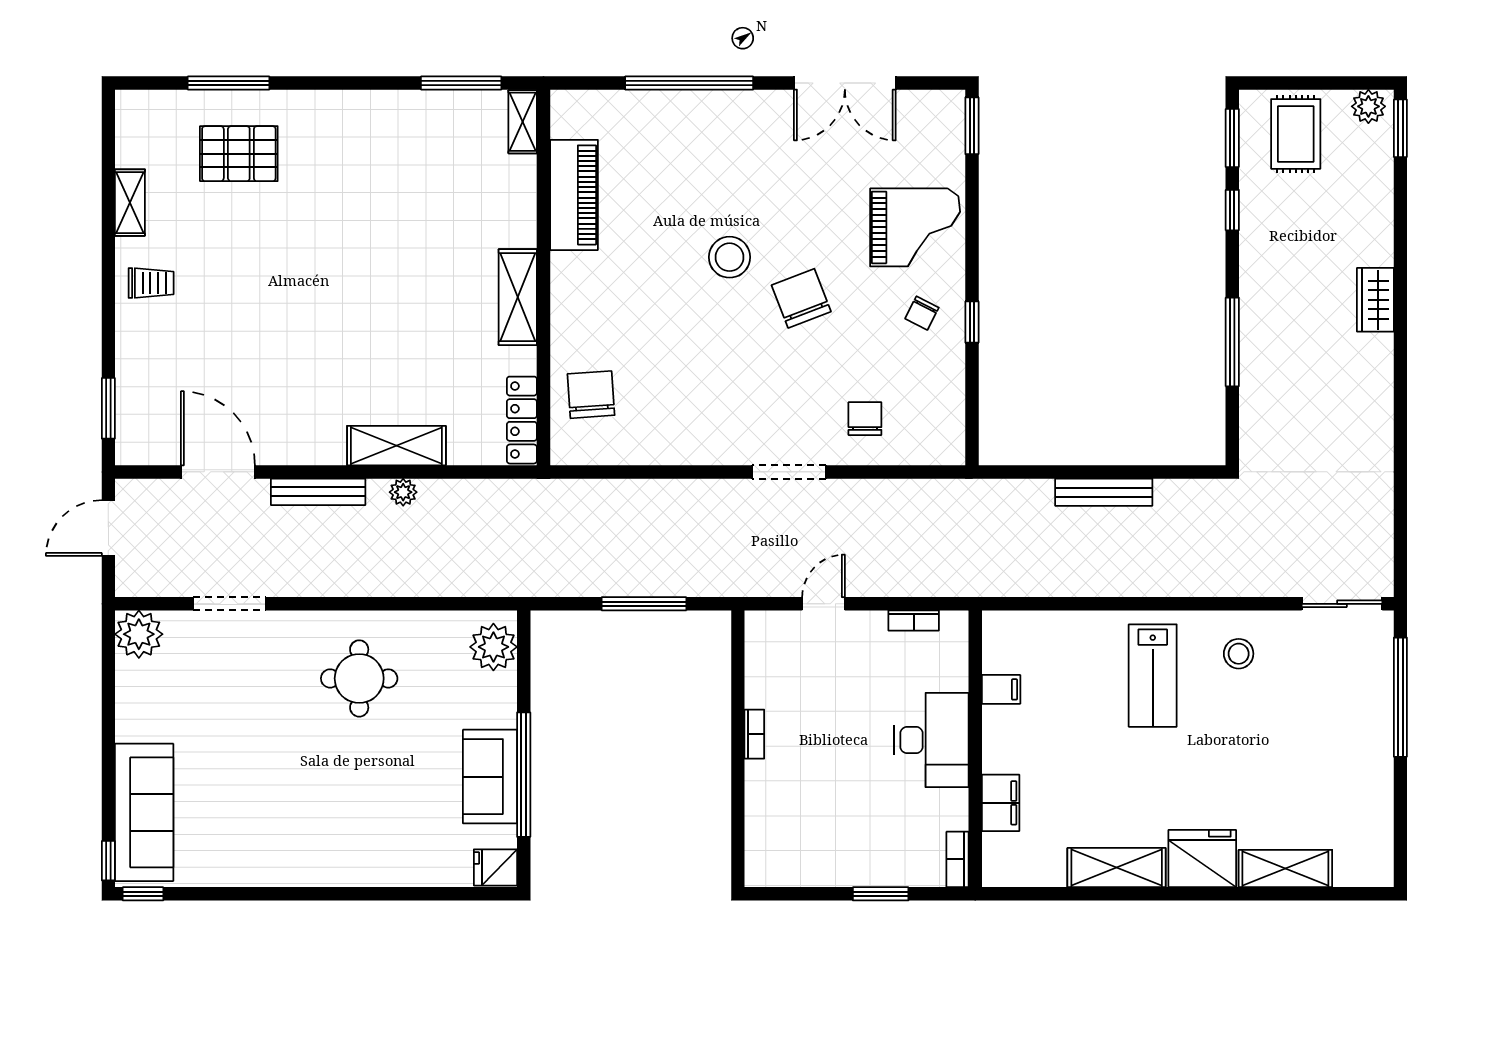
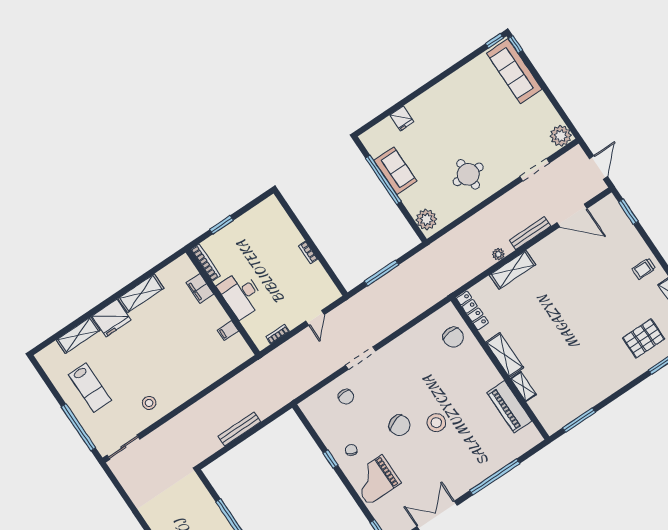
shelving: (523, 122) -> (523, 387), moved
lab bench: (1153, 676) -> (90, 387), moved, turned 180
bookcase: (958, 859) -> (206, 262), width x1.56
fridge: (495, 867) -> (402, 118), moved, turned 90

